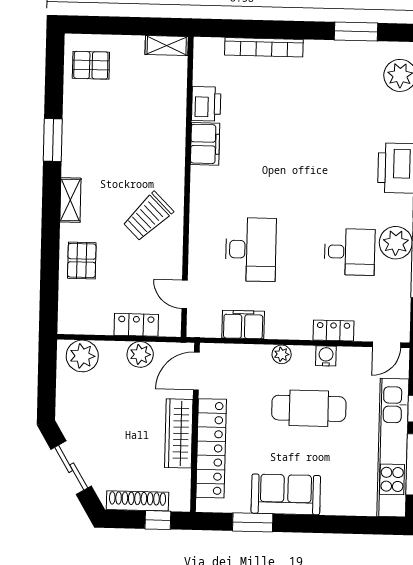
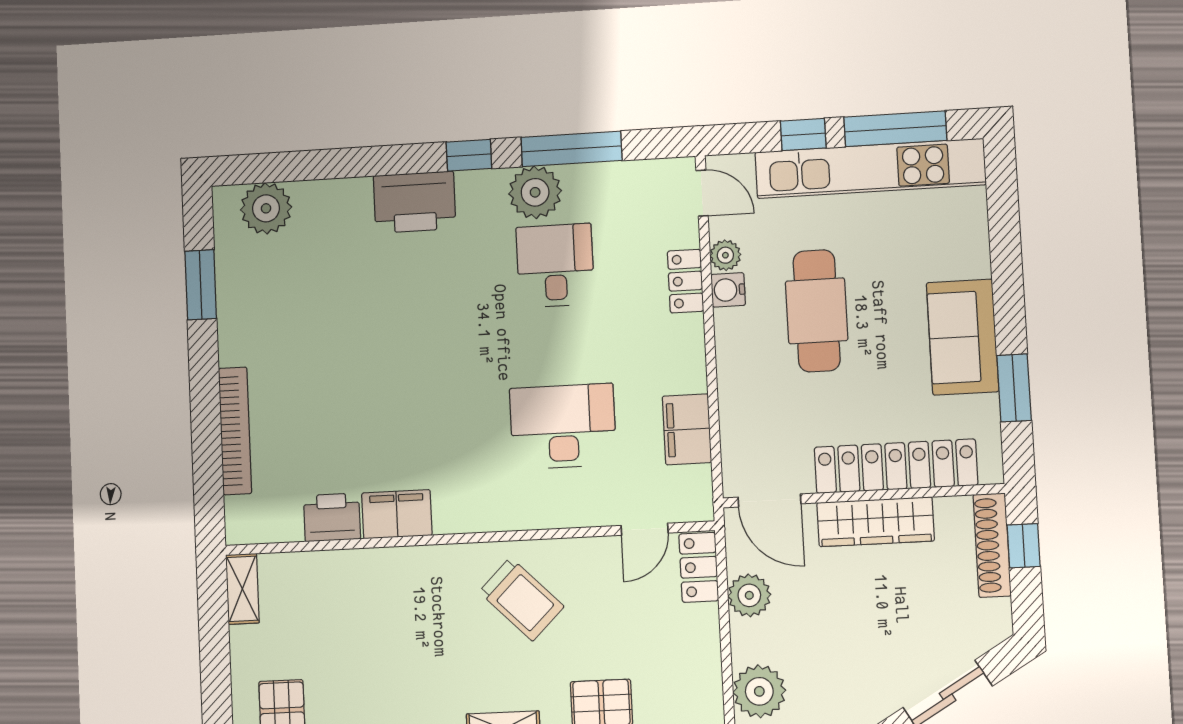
locker: (136, 325) -> (699, 567), moved
plant: (282, 354) -> (725, 255), moved
shoe rack: (137, 501) -> (992, 545), moved

